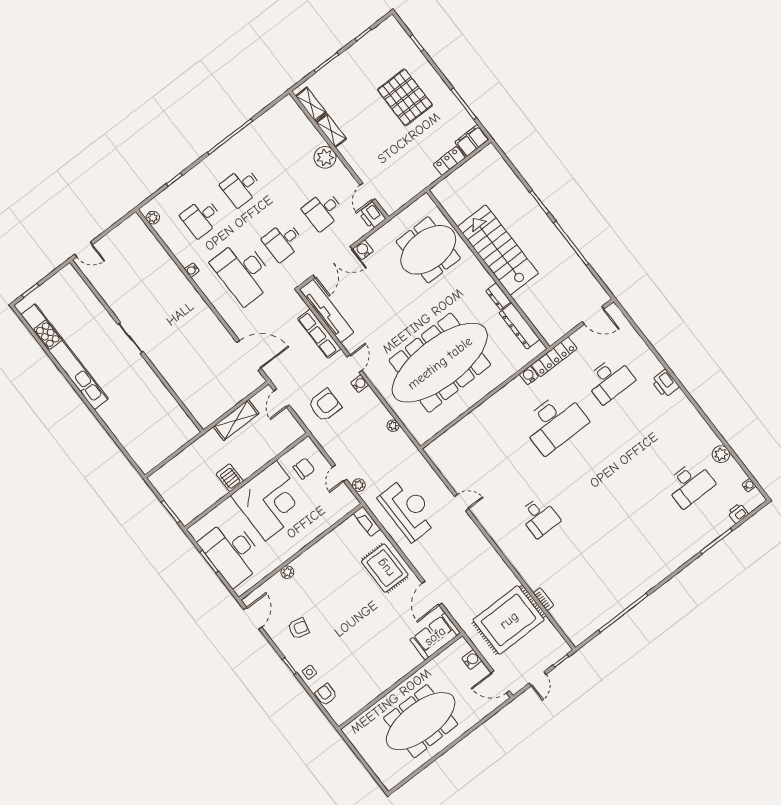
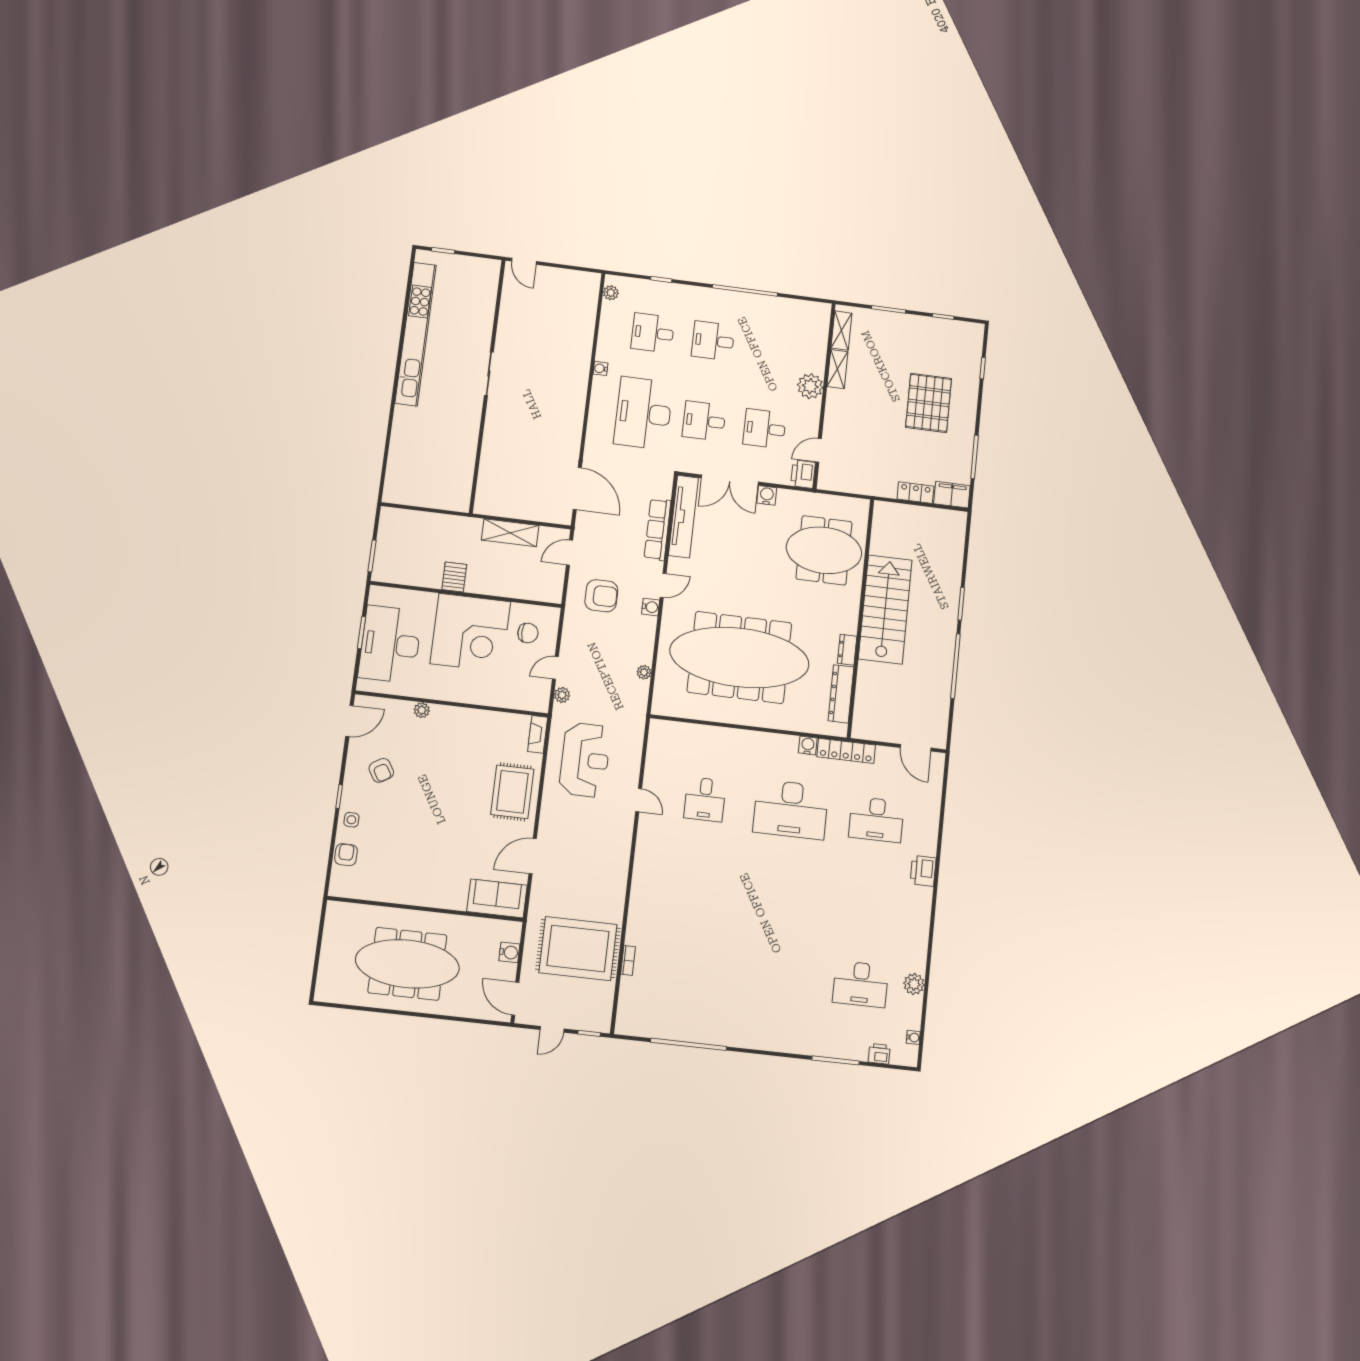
desk: (539, 517) -> (705, 799), moved
armchair: (299, 628) -> (381, 770), turned 45

